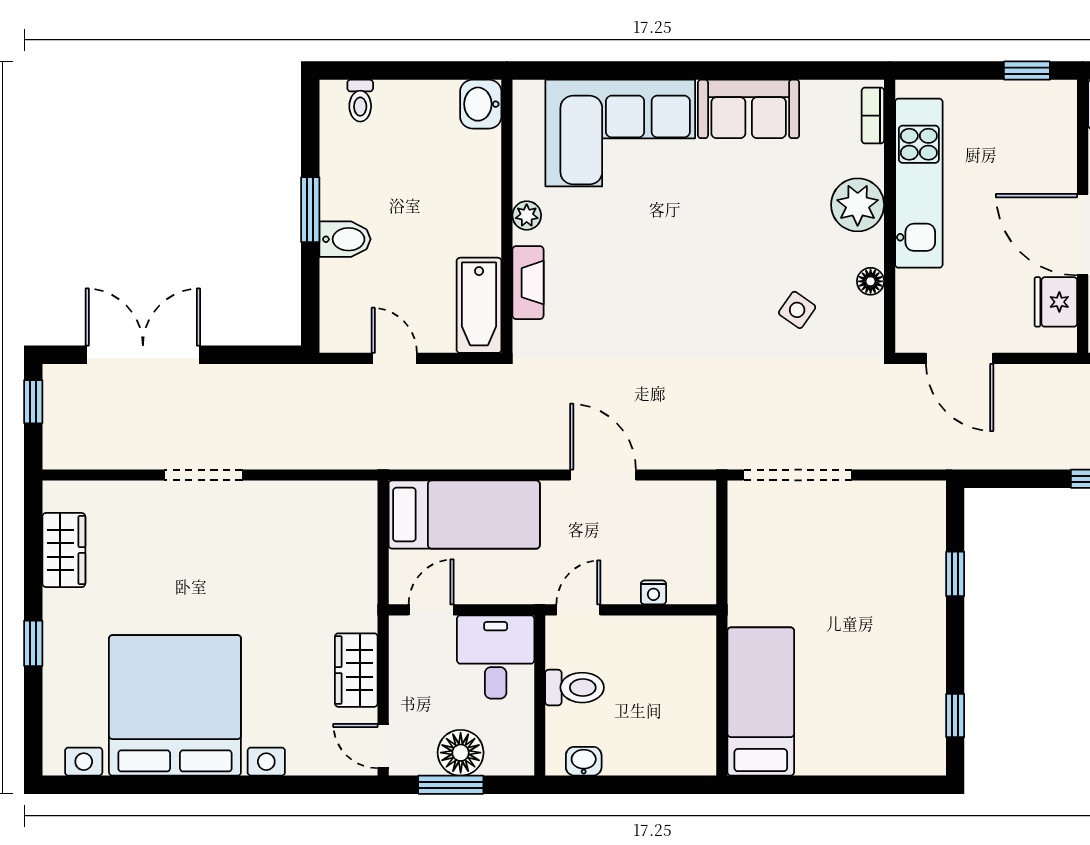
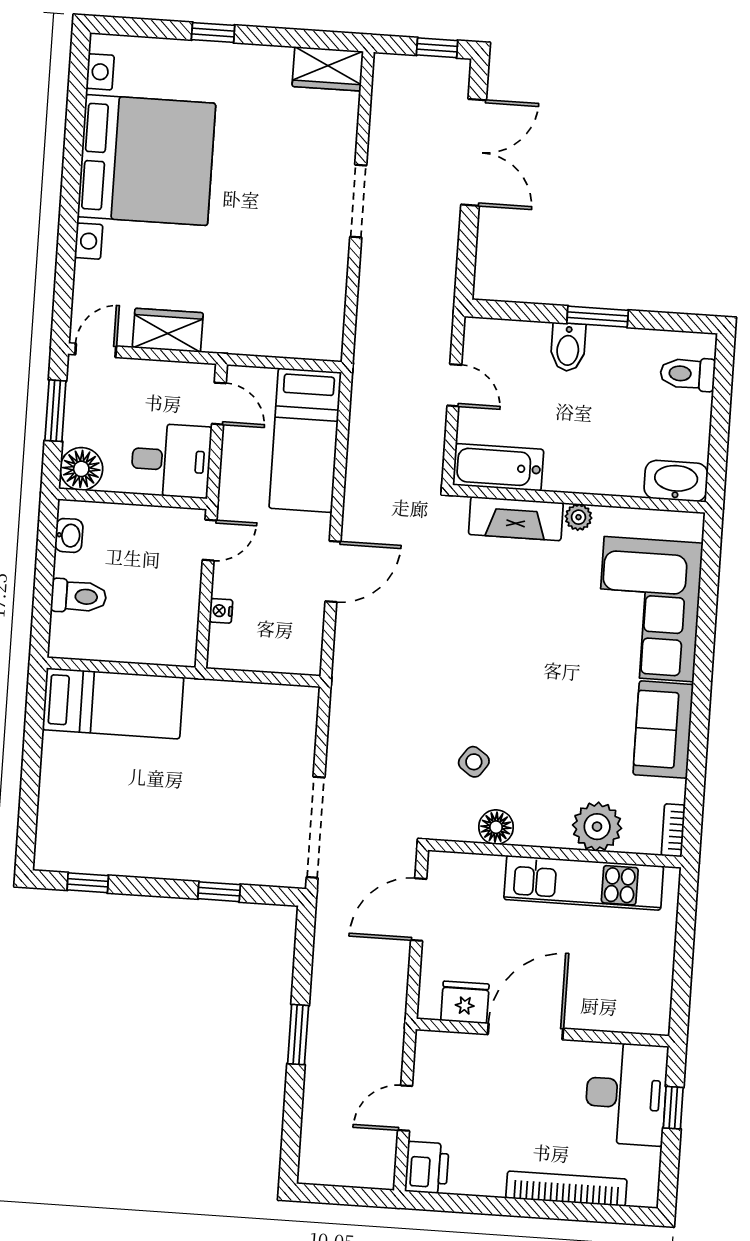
window: (1027, 71) -> (681, 990), removed
toilet: (360, 101) -> (688, 374), width x1.37, depth x1.39
washbasin: (481, 104) -> (676, 481), width x1.38
bookcase: (873, 116) -> (673, 830), moved, turned -90
plant: (858, 205) -> (597, 827), moved
floor lamp: (871, 281) -> (496, 827), width x1.37, depth x1.37
fireplace: (528, 283) -> (516, 519), width x1.37, depth x1.32
door: (394, 358) -> (454, 385), hinge flipped
doorway: (798, 475) -> (316, 827), moved
wardrobe: (64, 550) -> (328, 69), moved
door: (578, 610) -> (210, 540), hinge flipped
toilet: (575, 688) -> (79, 596), moved, turned -90
floor lamp: (461, 753) -> (81, 469), moved

